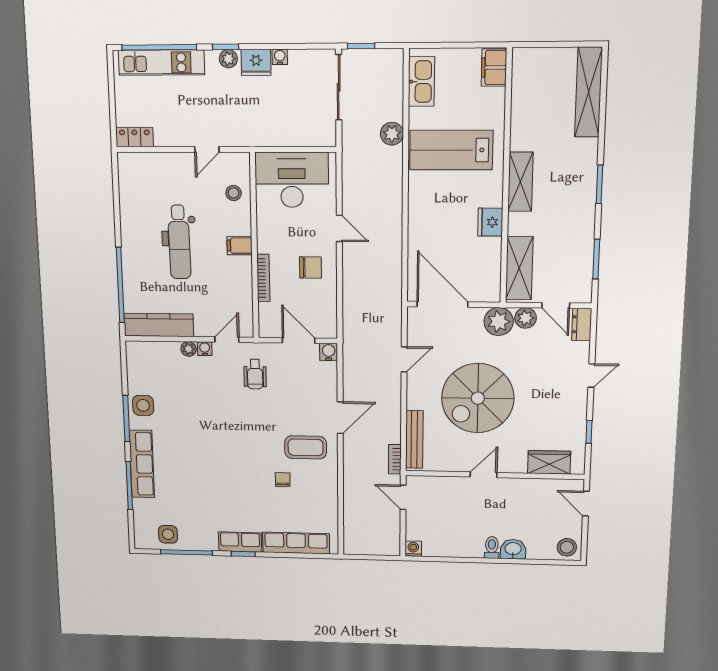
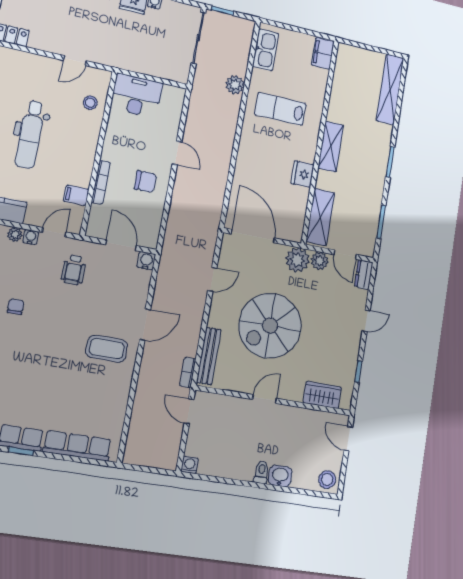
lab bench: (451, 150) -> (280, 109), width x0.73, depth x0.72
desk: (292, 180) -> (137, 96), width x0.73, depth x0.77
filing cabinet: (240, 246) -> (76, 195), moved
chair: (283, 480) -> (16, 307), moved

